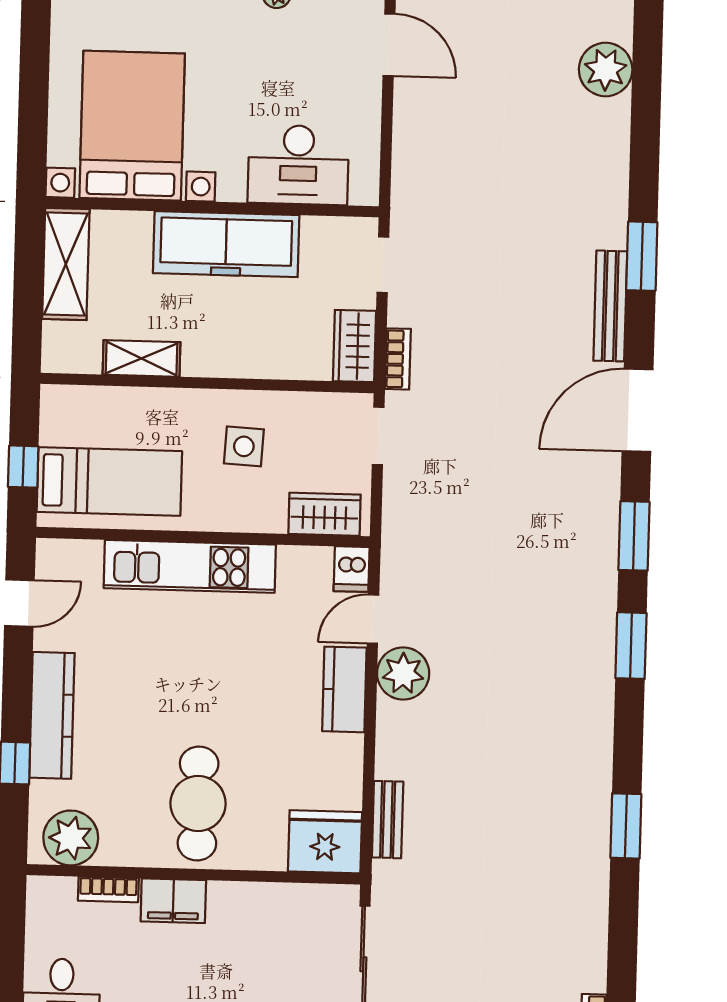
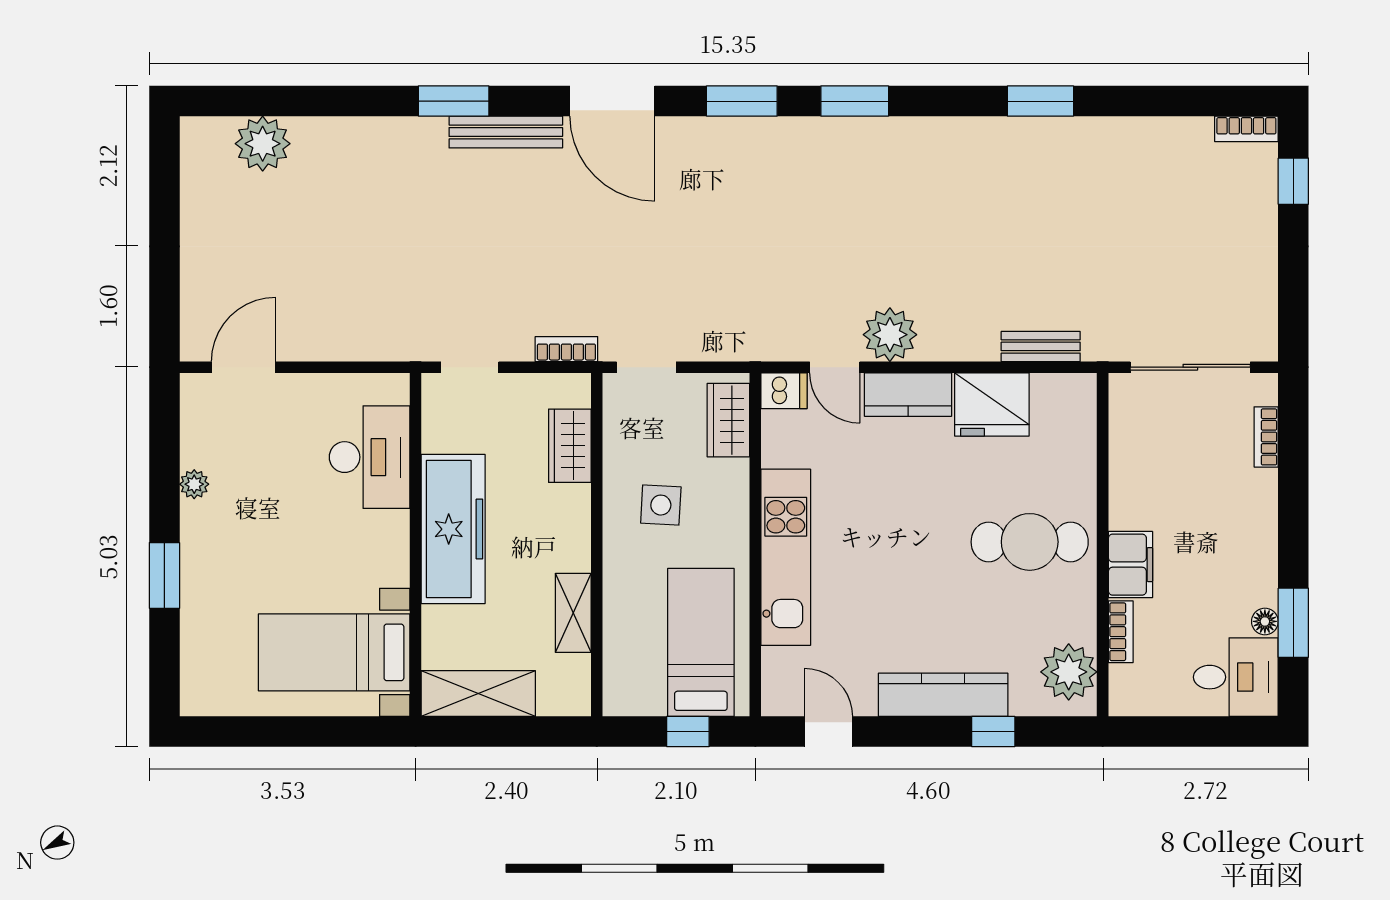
bed with nightstands: (132, 126) -> (334, 652), width x0.73
wardrobe: (354, 346) -> (570, 446), moved, turned 90
fridge: (325, 842) -> (992, 404), moved, turned -90

